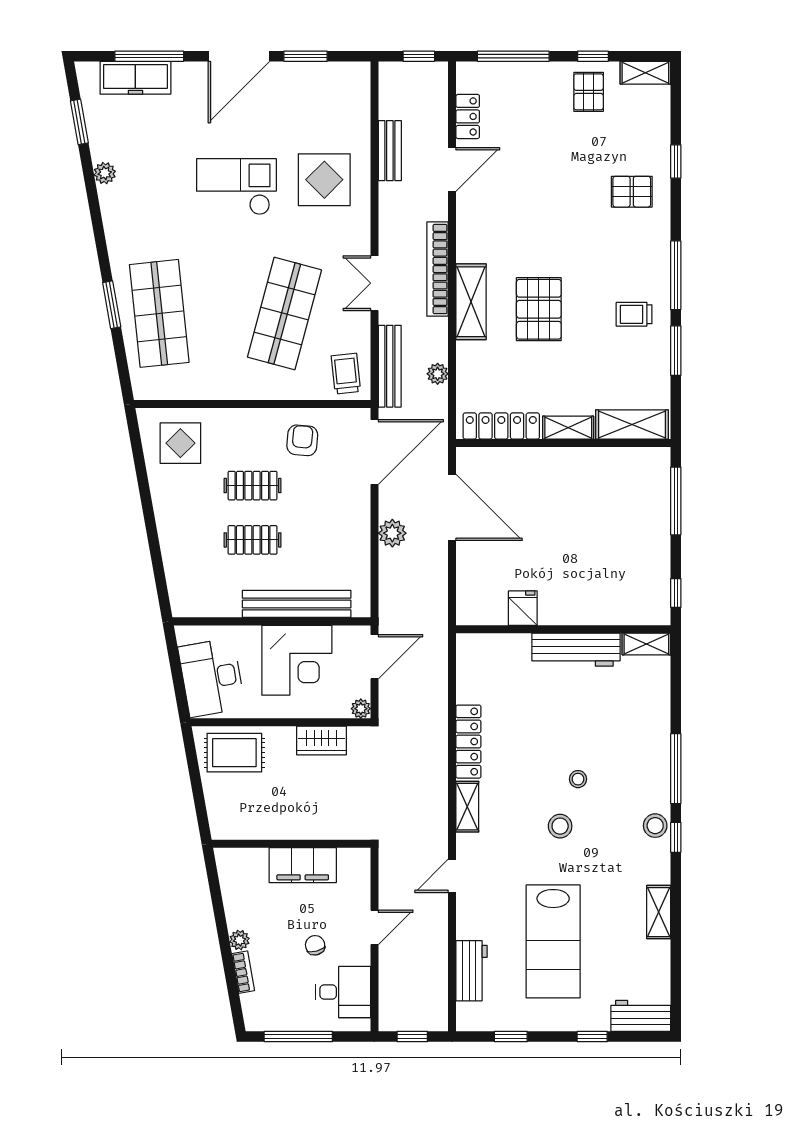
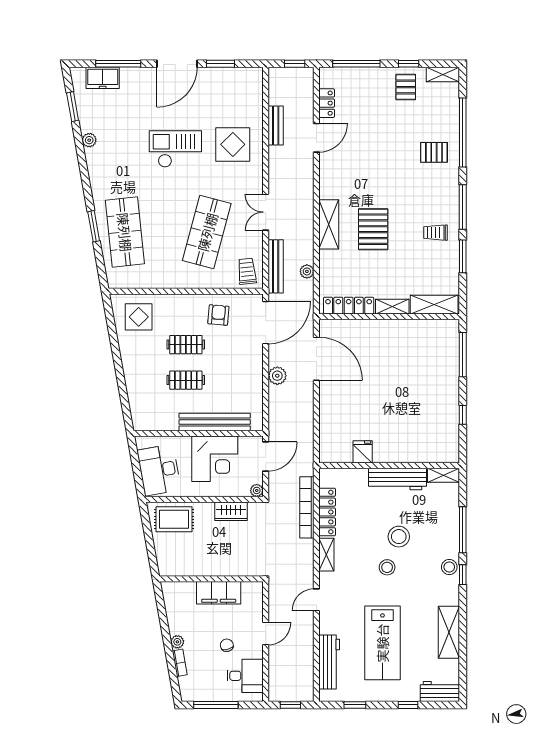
freezer: (135, 78) -> (103, 78), width x0.71
window: (676, 161) -> (463, 133), width x3.17
bookcase: (437, 269) -> (307, 507), moved
fridge: (523, 608) -> (363, 452), moved
wall: (563, 629) -> (389, 466), moved
shelving: (646, 644) -> (444, 475), moved
workbench: (576, 650) -> (397, 479), moved
stool: (578, 779) -> (399, 537), width x1.89, depth x1.89
shelving: (659, 912) -> (449, 632), width x1.50, depth x1.33
workbench: (472, 971) -> (329, 662), width x1.38

